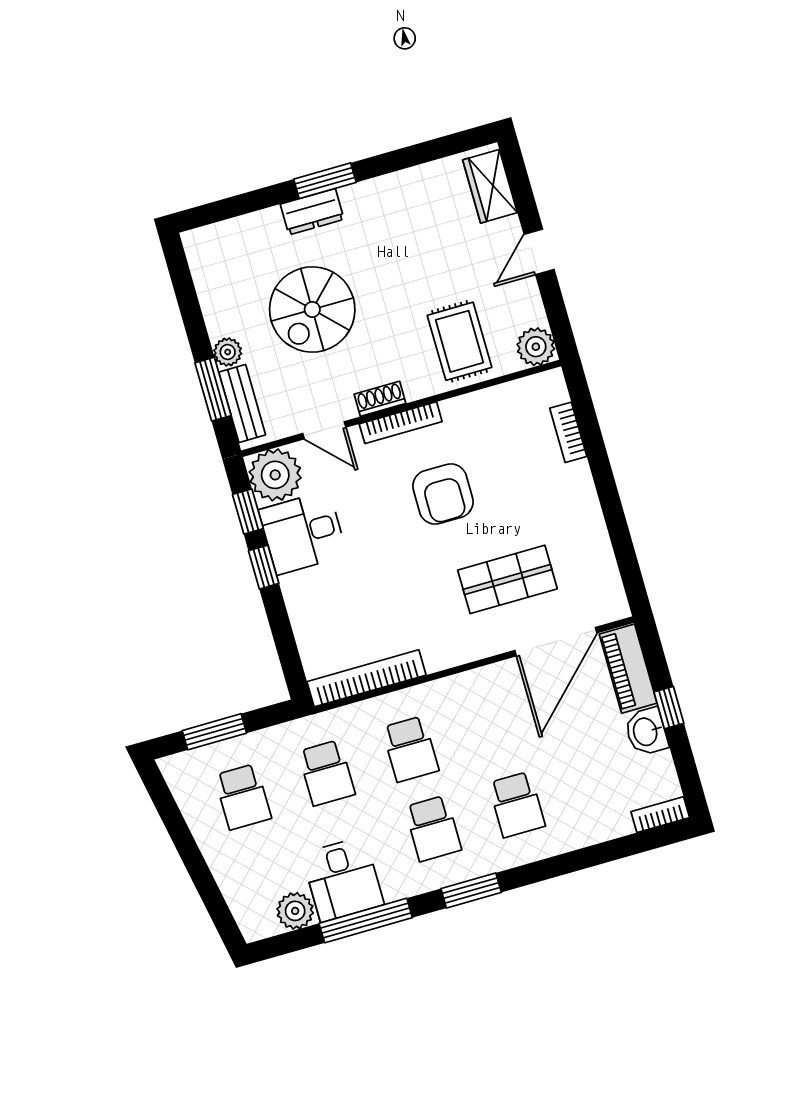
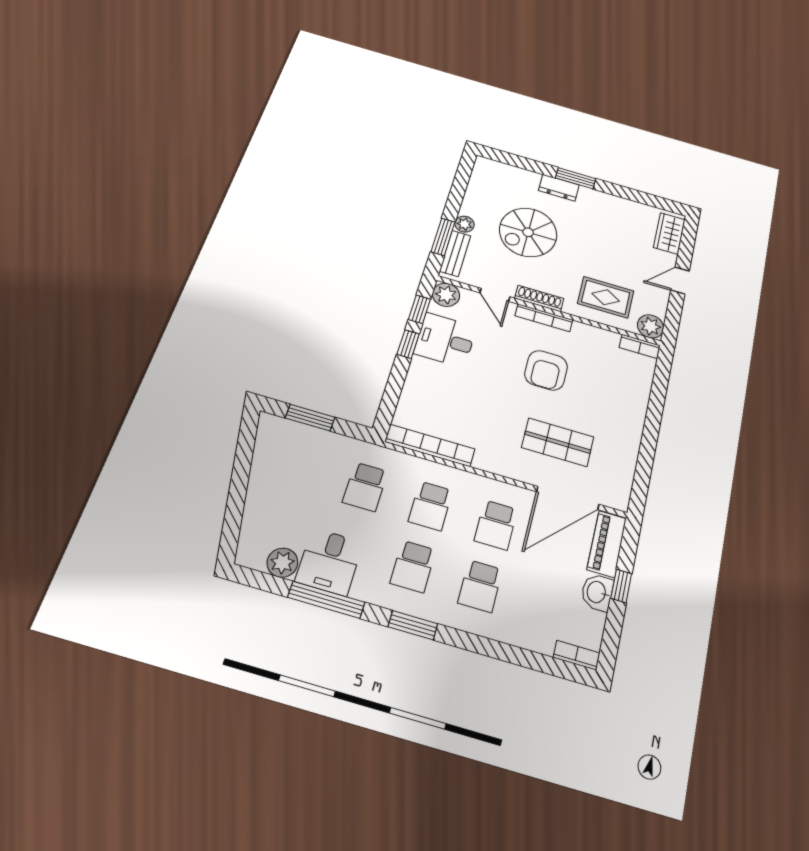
rug: (459, 341) -> (606, 297), turned 90
shoe rack: (380, 399) -> (539, 298), width x1.43
bookcase: (568, 432) -> (640, 346), moved, turned -90
plant: (275, 475) -> (446, 295), width x0.73, depth x0.73
school desk: (243, 797) -> (496, 525), moved

